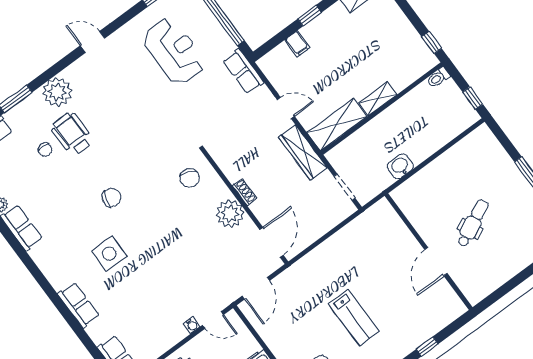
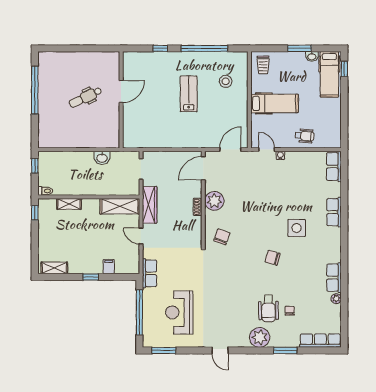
shelving: (378, 99) -> (69, 204), moved

